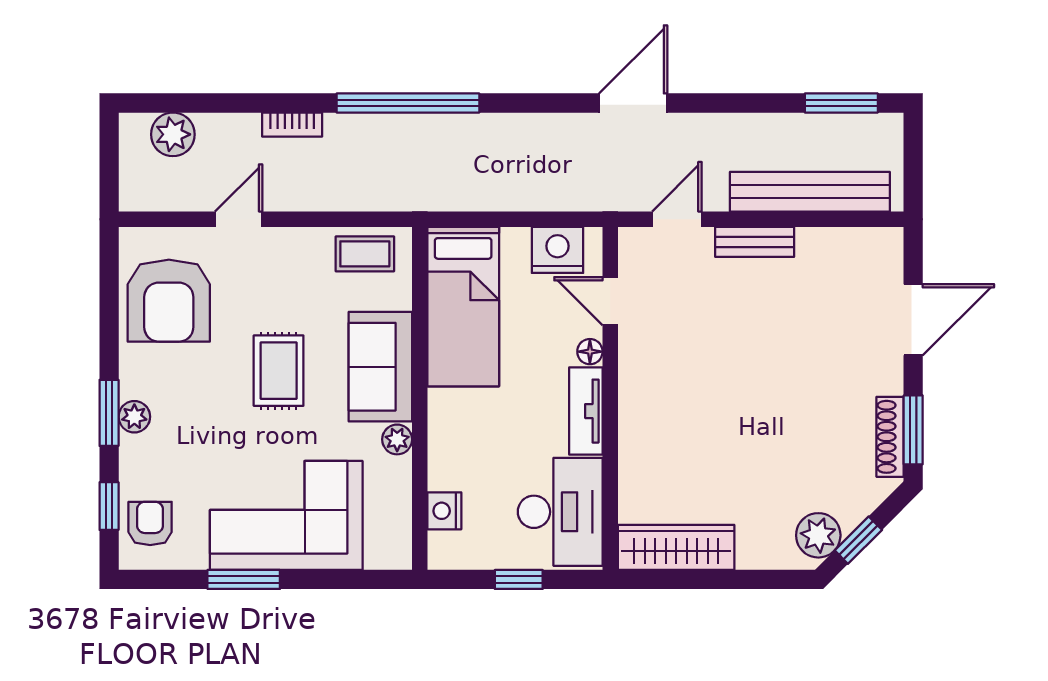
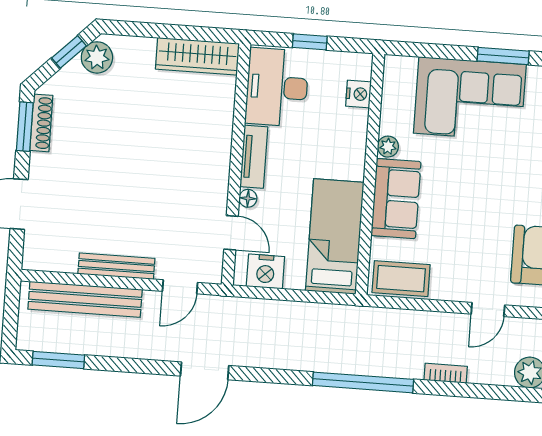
bench: (755, 242) -> (116, 266), width x1.36
coffee table: (365, 254) -> (401, 279), width x1.36, depth x1.30
rug: (279, 371) -> (468, 201), removed

